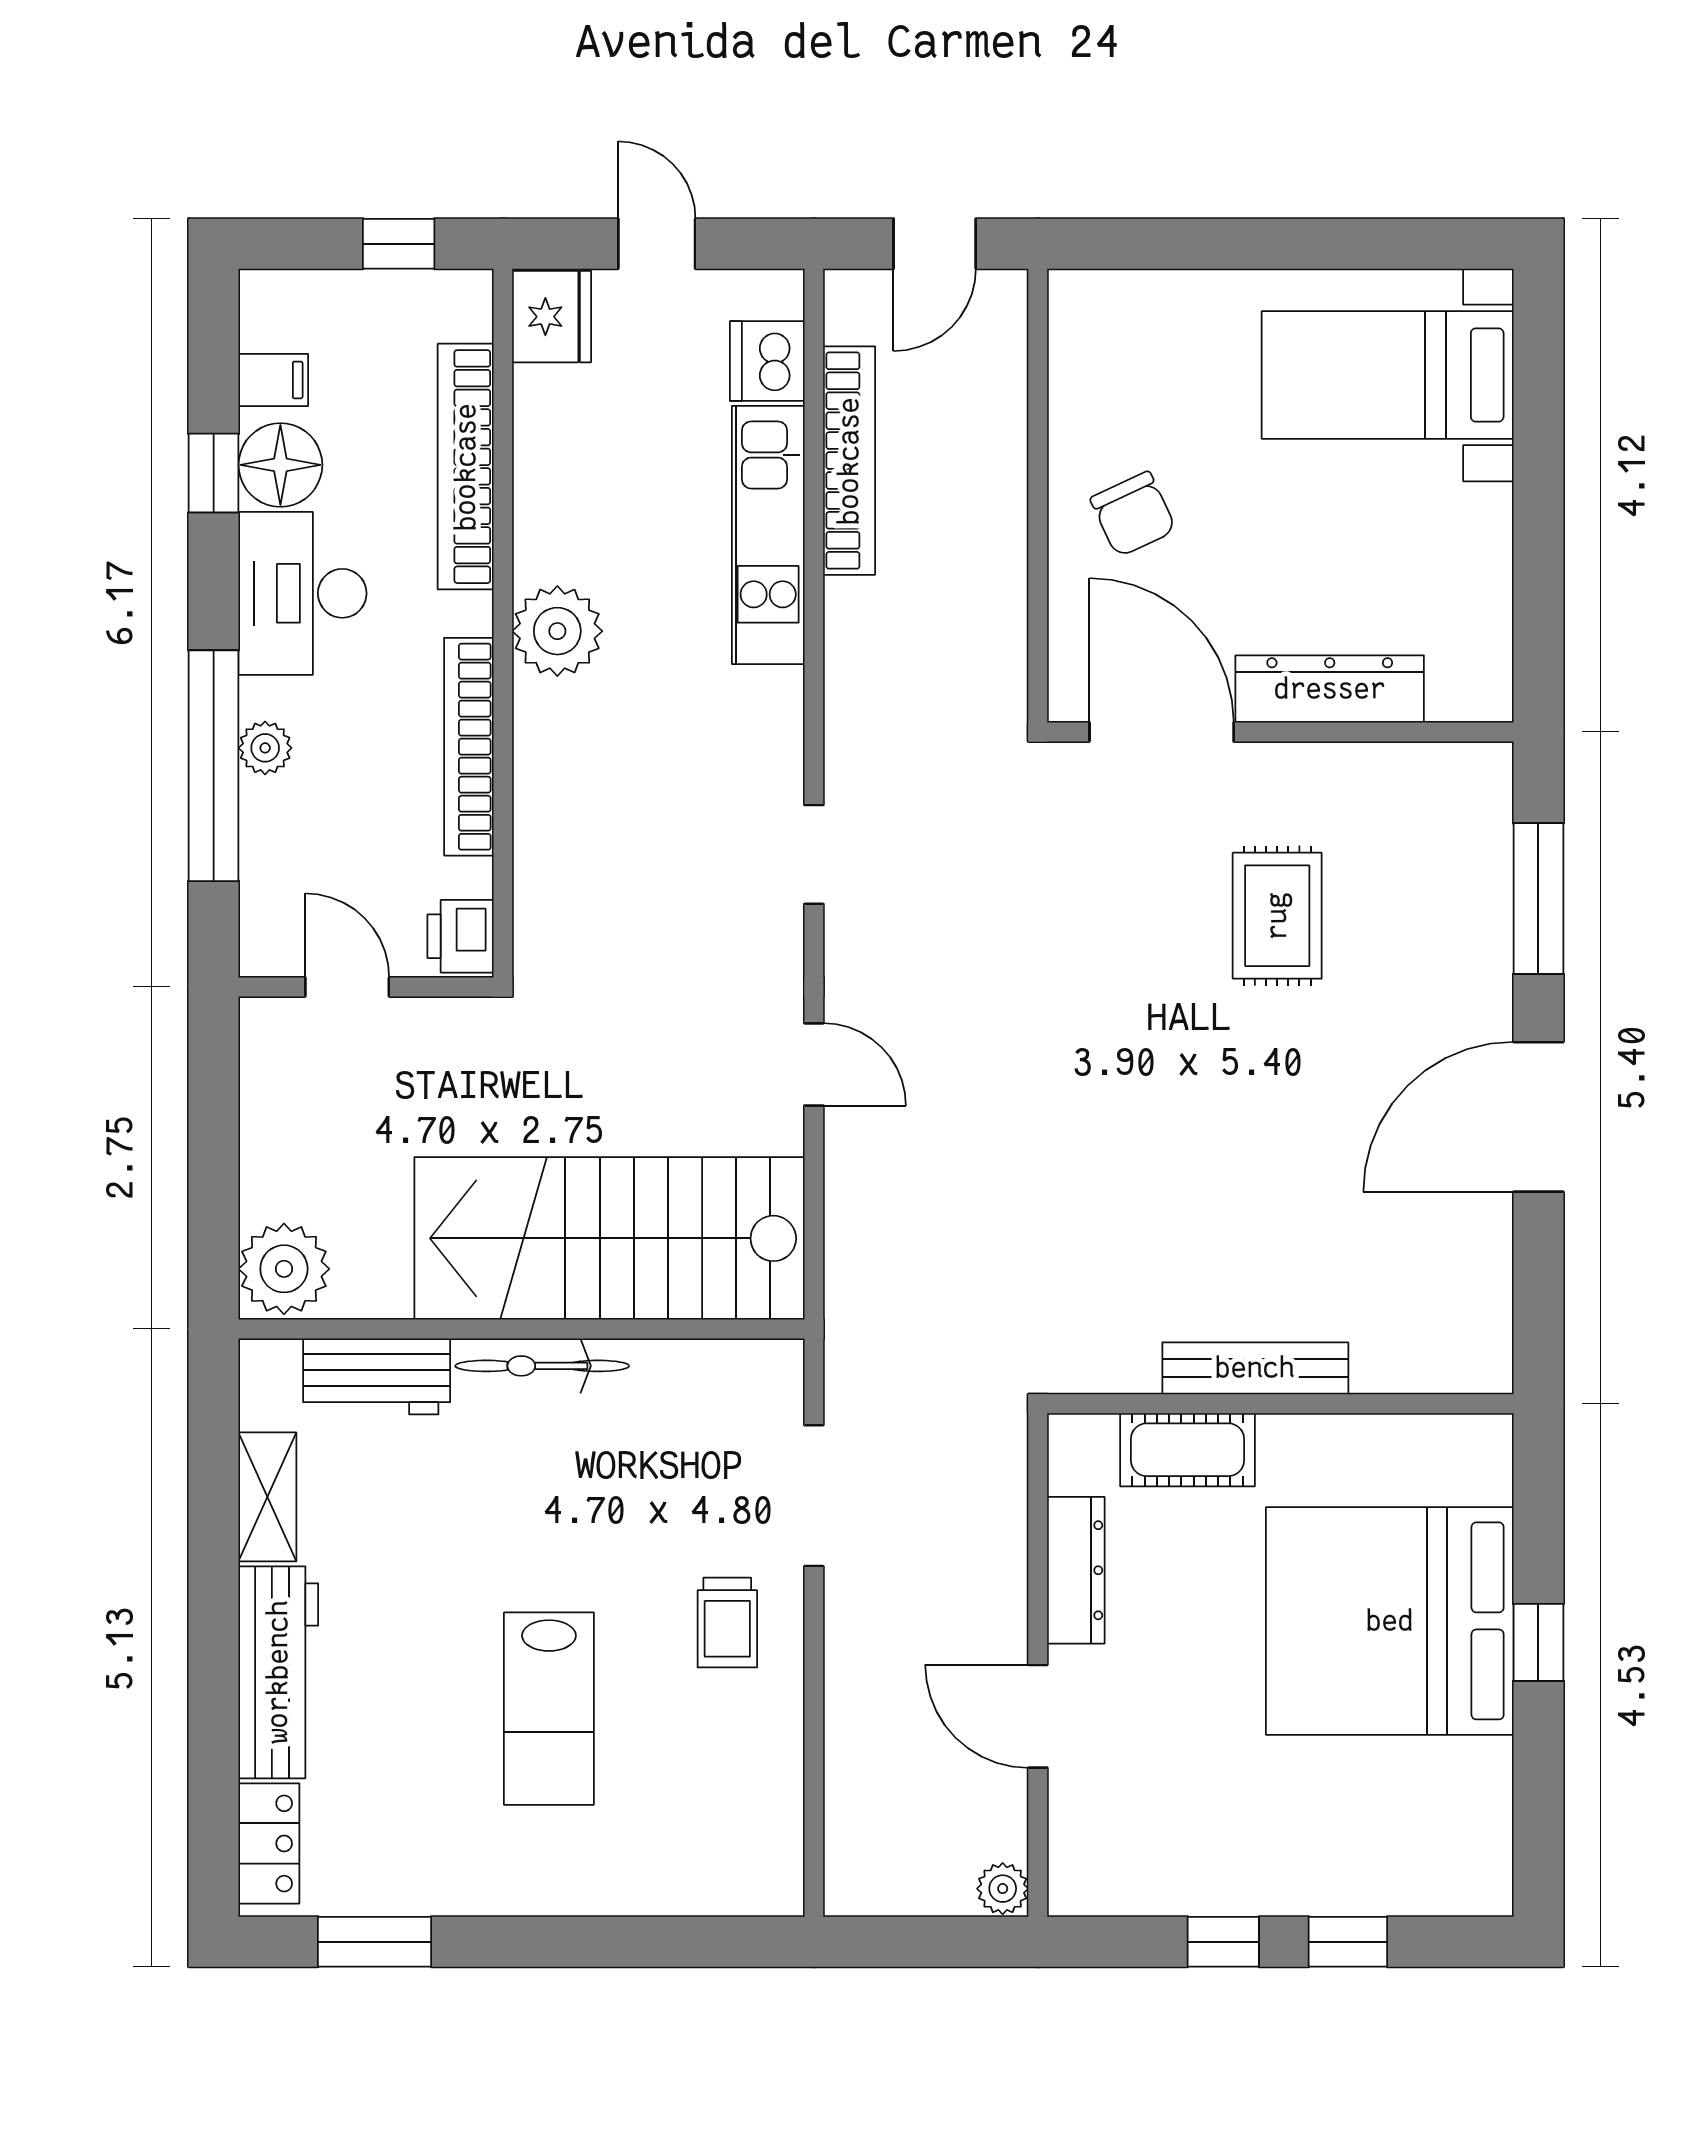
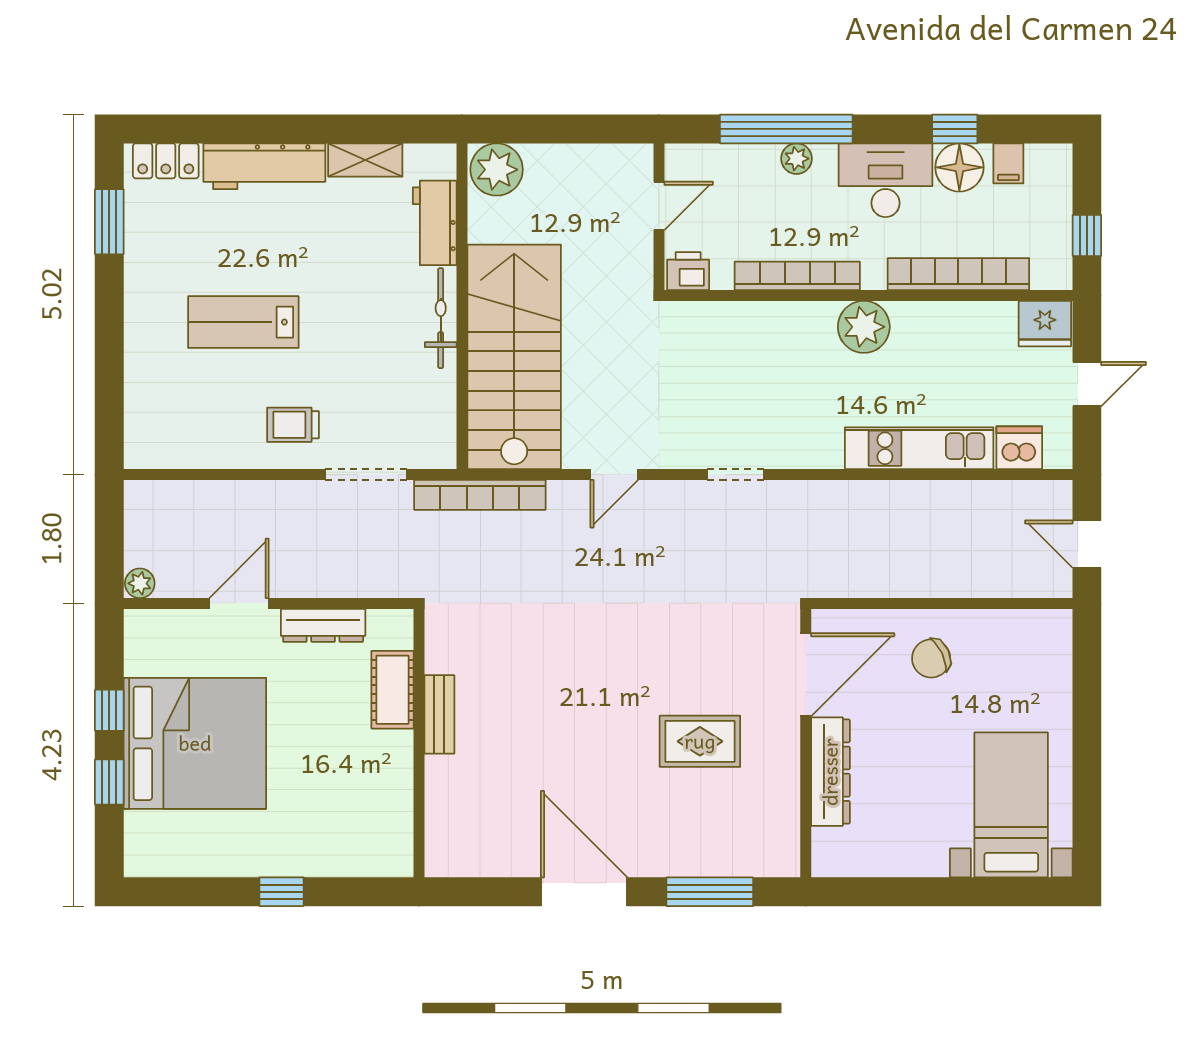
bookcase: (849, 461) -> (480, 495), moved
bench: (1255, 1368) -> (439, 714), width x0.73
bed: (1390, 1621) -> (195, 743), moved, turned 90

